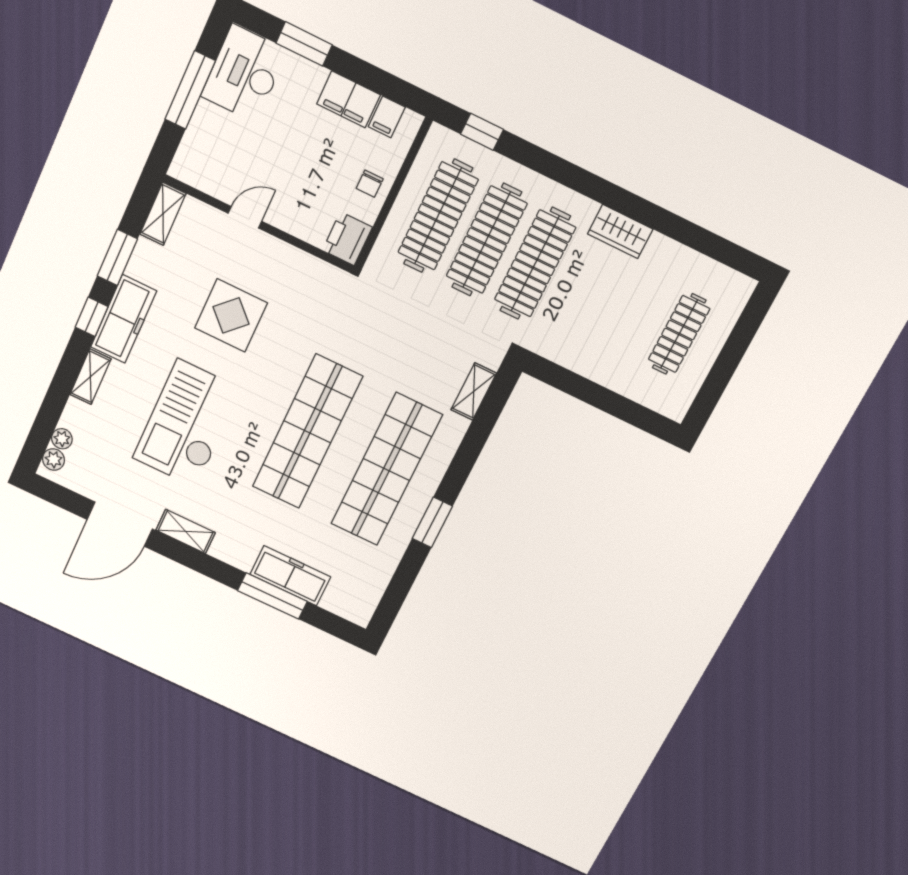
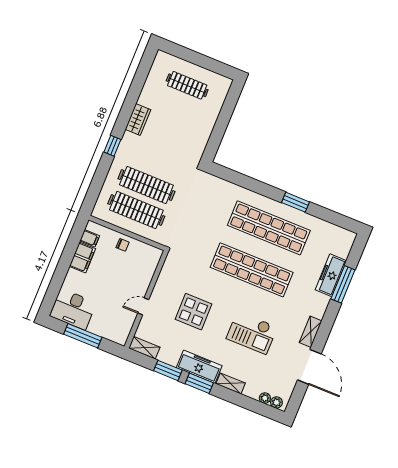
window: (304, 44) -> (57, 281), removed
window: (482, 132) -> (112, 146), moved
door: (245, 217) -> (143, 306), hinge flipped
printer: (347, 239) -> (151, 254), removed
clothes rail: (535, 264) -> (157, 160), removed
window: (92, 317) -> (199, 383), width x1.50
shelving: (474, 391) -> (224, 186), removed
checkout: (187, 424) -> (252, 333), width x0.73, depth x0.83

